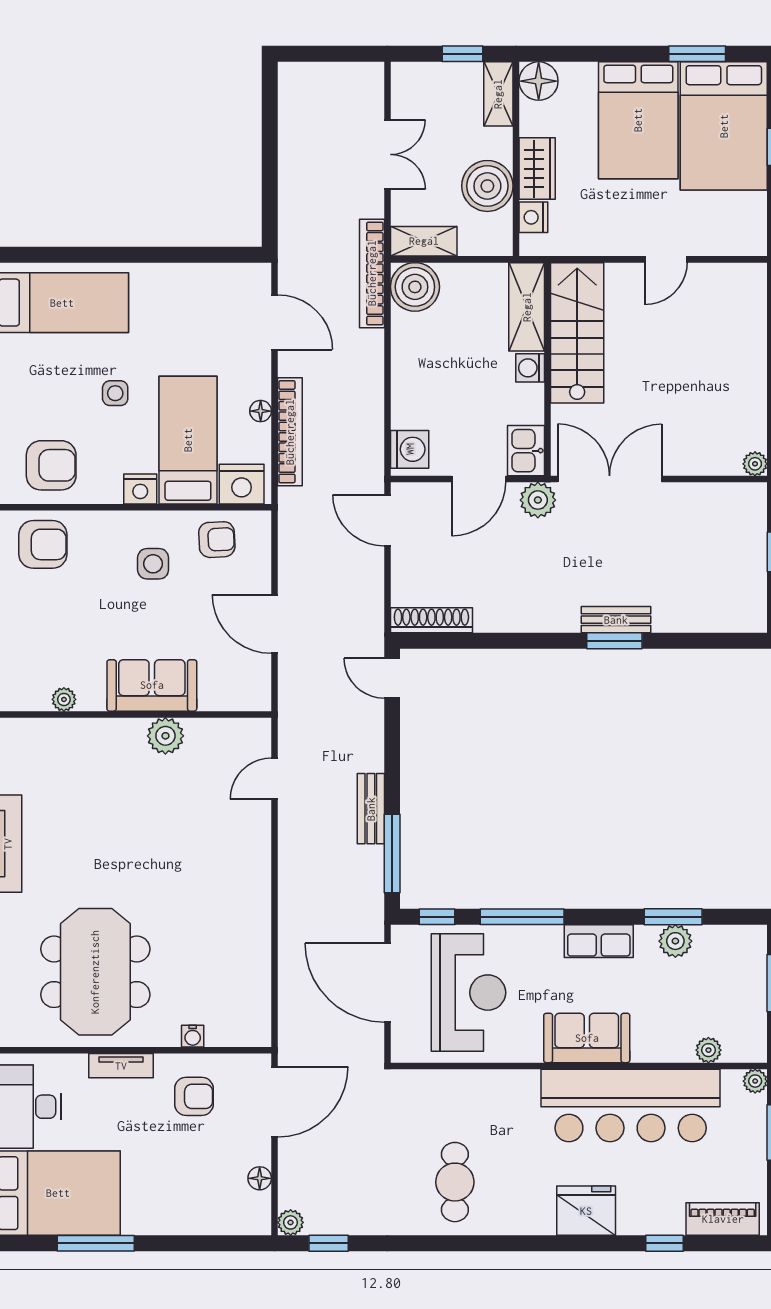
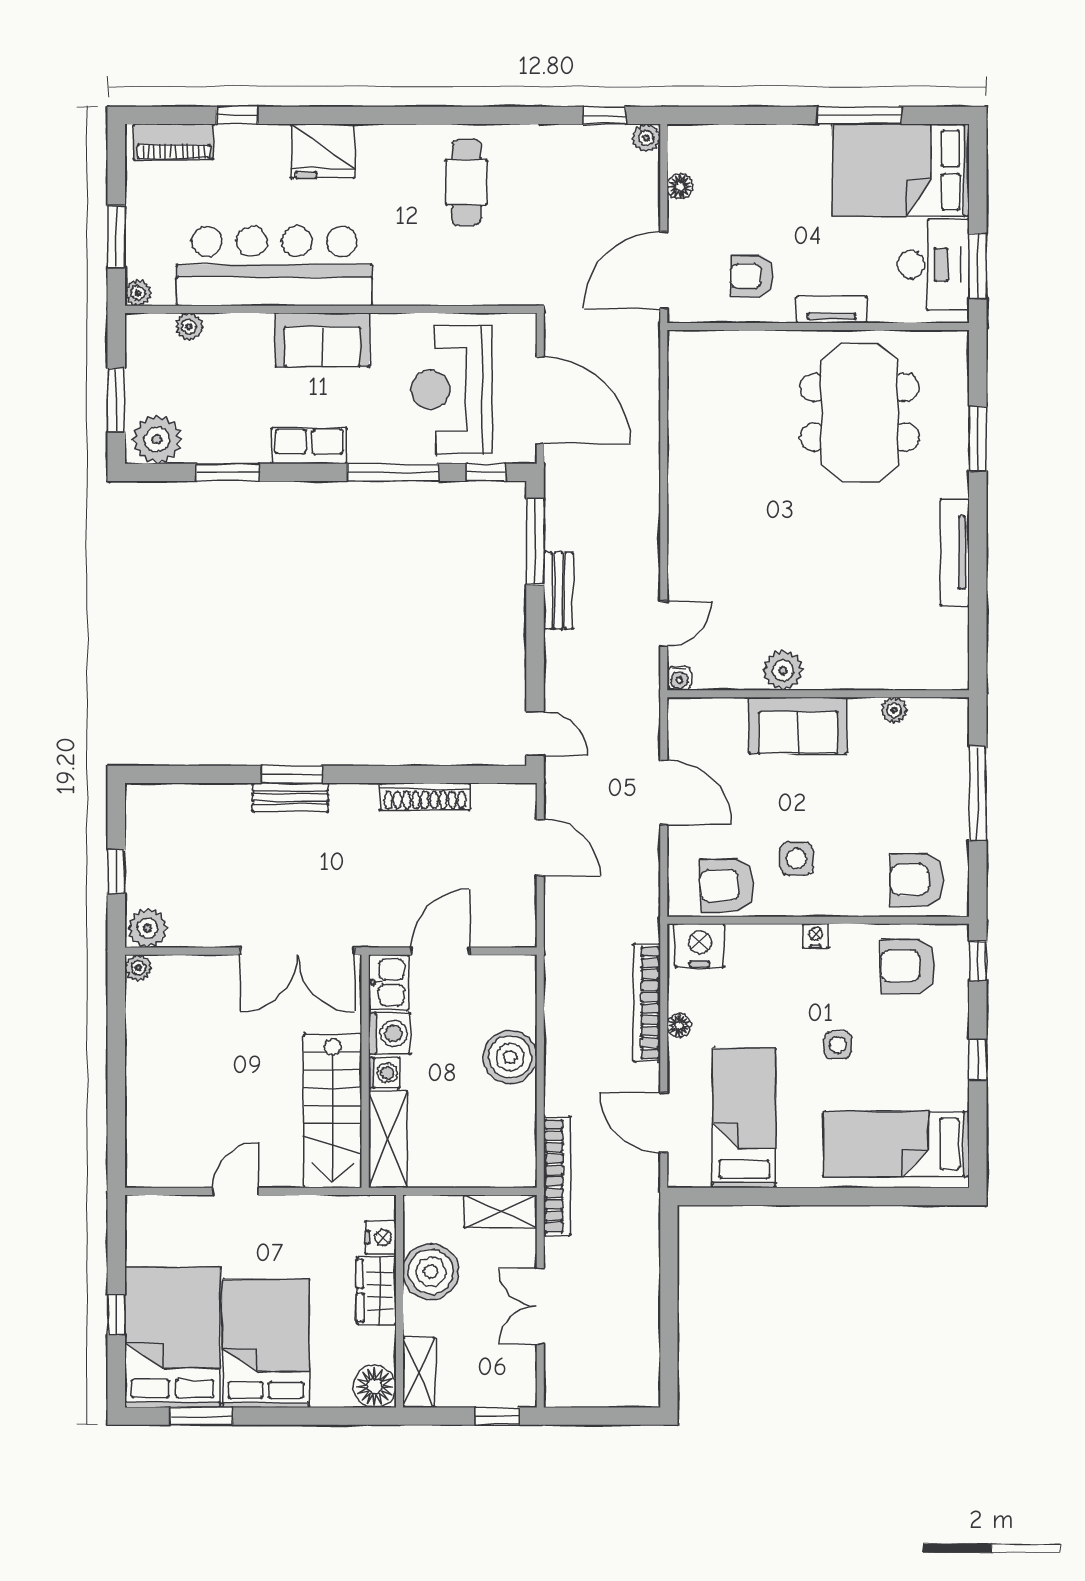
window: (462, 54) -> (497, 1416), moved
boiler: (415, 287) -> (510, 1057), moved
bed: (188, 440) -> (744, 1118), moved, turned 180
washing machine: (410, 449) -> (389, 1033), moved, turned 180
nightstand: (140, 489) -> (816, 936), width x0.72, depth x0.74
plant: (538, 500) -> (148, 928), moved
door: (387, 520) -> (540, 847), moved
armchair: (217, 540) -> (727, 885), width x1.38, depth x1.38
shoe rack: (431, 620) -> (425, 797), moved
plant: (675, 941) -> (157, 439), moved, width x1.36, depth x1.36
water cooler: (193, 1036) -> (679, 678), moved, turned 180

